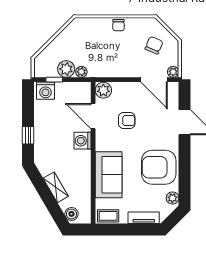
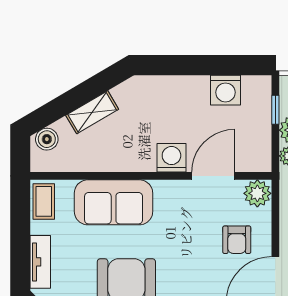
washing machine: (45, 91) -> (225, 90), moved, turned -90
armchair: (127, 121) -> (237, 240), moved
window: (28, 135) -> (181, 65), removed

